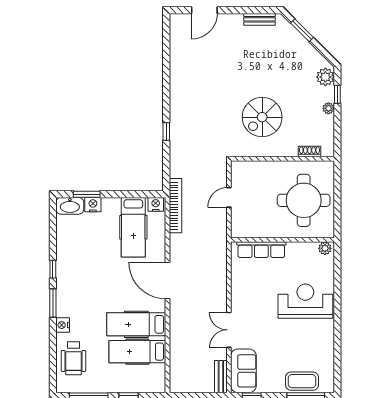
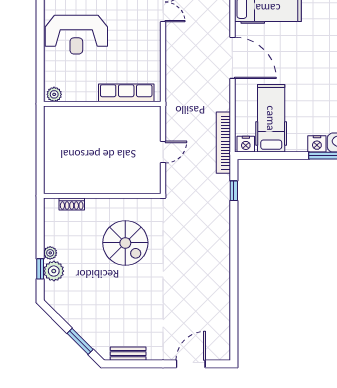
plant: (325, 77) -> (54, 271), moved
spiral stairs: (262, 117) -> (125, 243), turned 90
window: (166, 131) -> (234, 191), moved
round table: (304, 200) -> (78, 149), removed

